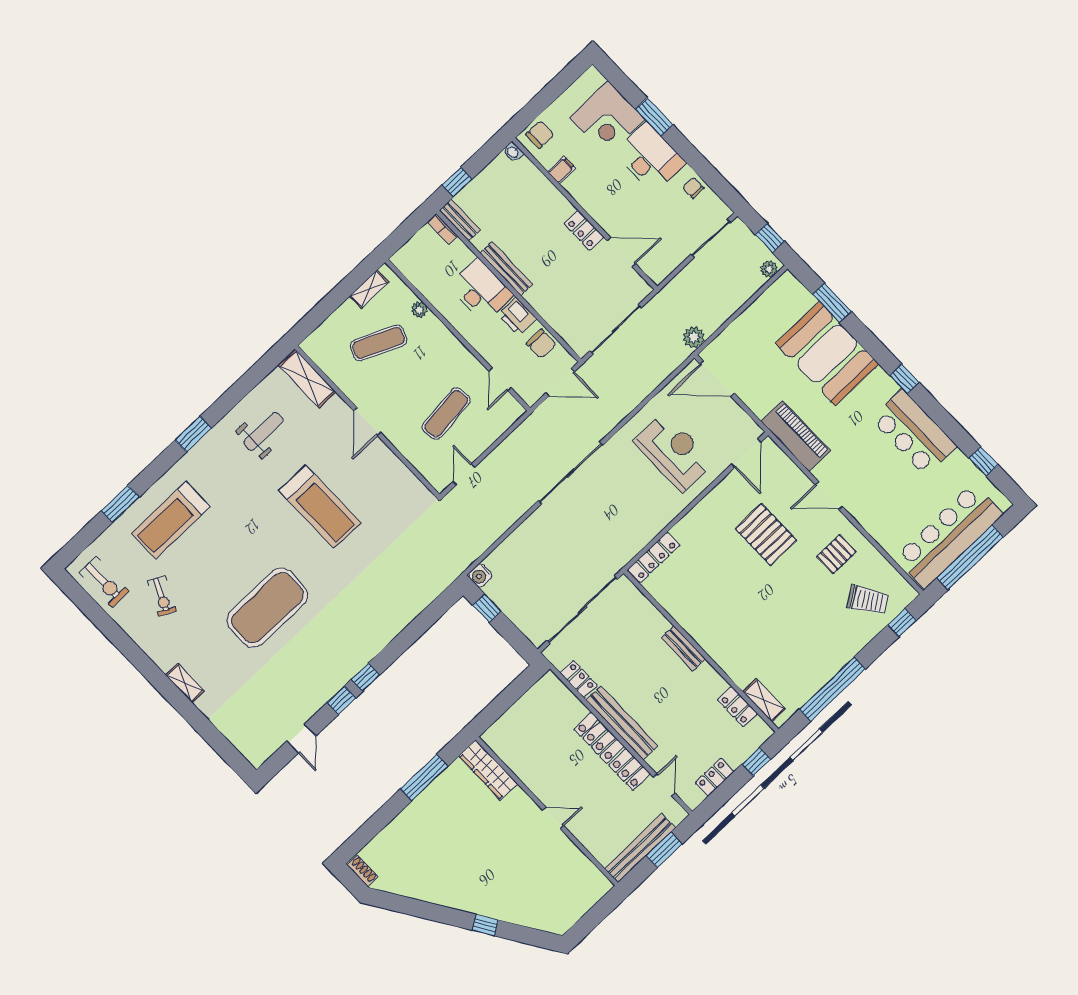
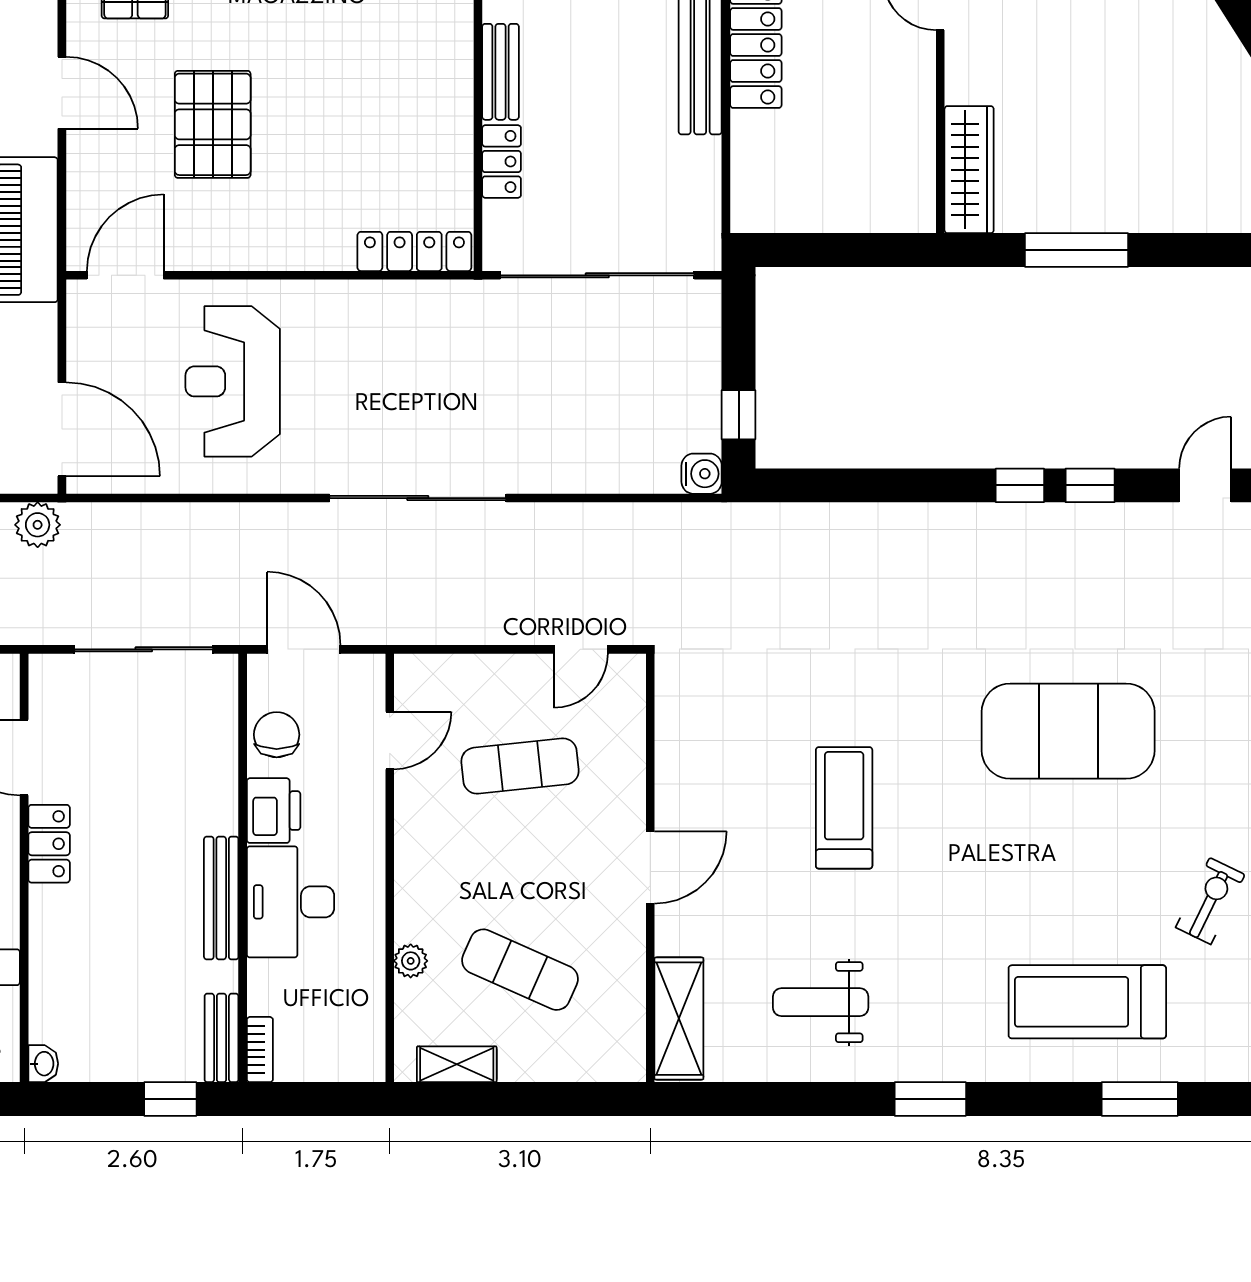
treadmill: (320, 507) -> (844, 808), width x0.73, depth x0.73
treadmill: (171, 520) -> (1087, 1002), turned 180
locker: (579, 679) -> (502, 161), moved, turned 180

